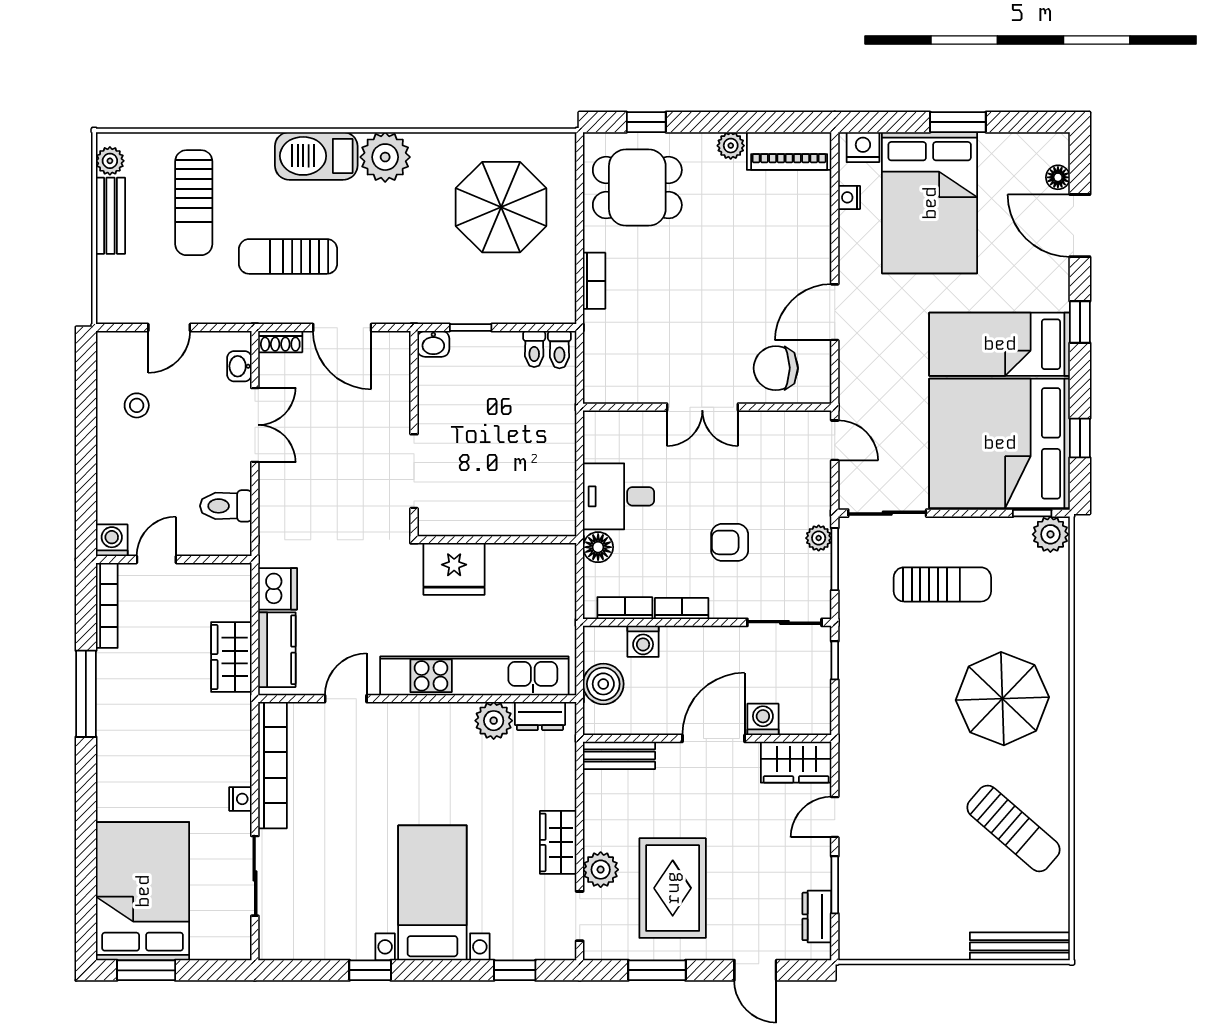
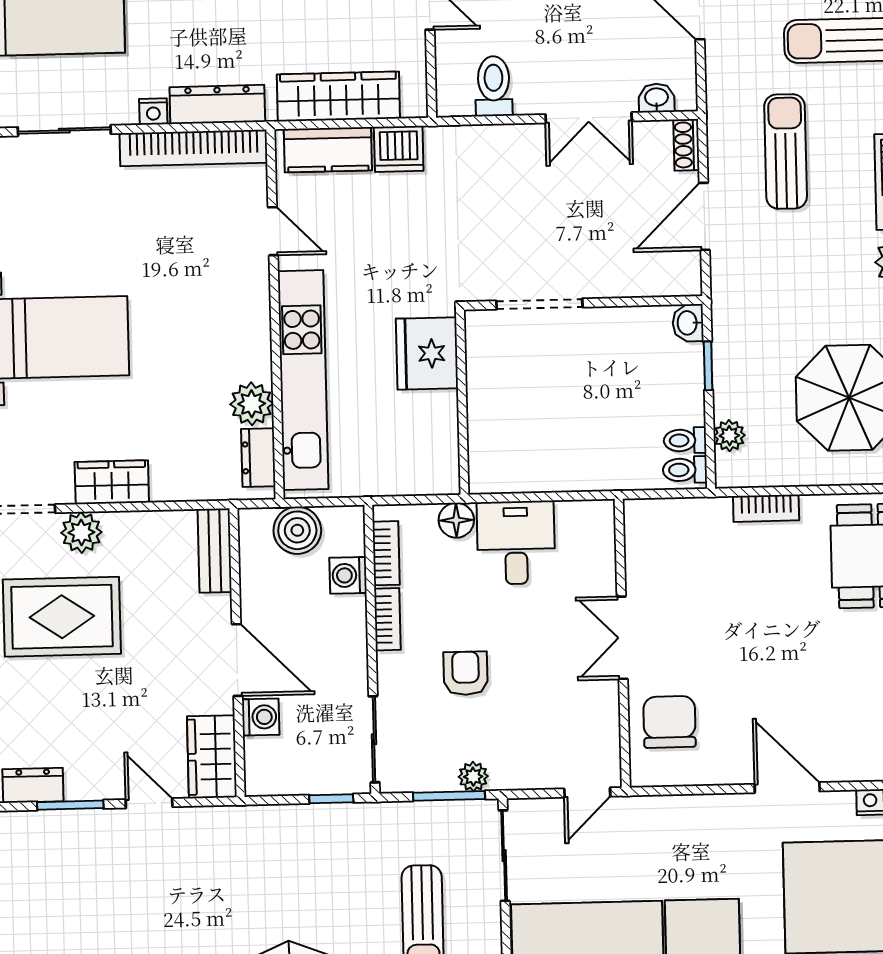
plant: (531, 311) -> (729, 436), added
door: (835, 312) -> (787, 788), moved
wardrobe: (231, 657) -> (338, 96), width x1.50
dresser: (236, 744) -> (217, 104), added

